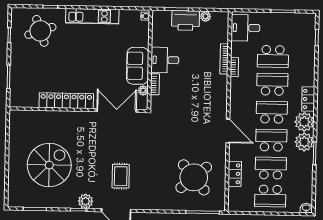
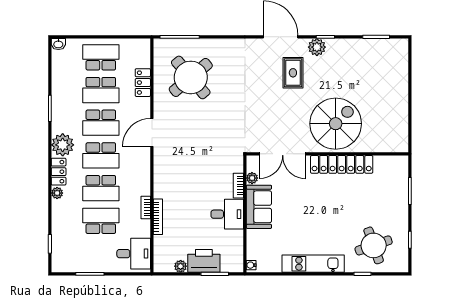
door: (228, 131) -> (152, 133), hinge flipped
plant: (304, 142) -> (57, 193), moved, width x0.53, depth x0.53
spiral stairs: (49, 165) -> (336, 124), moved, turned 180
rug: (121, 176) -> (293, 73), moved

